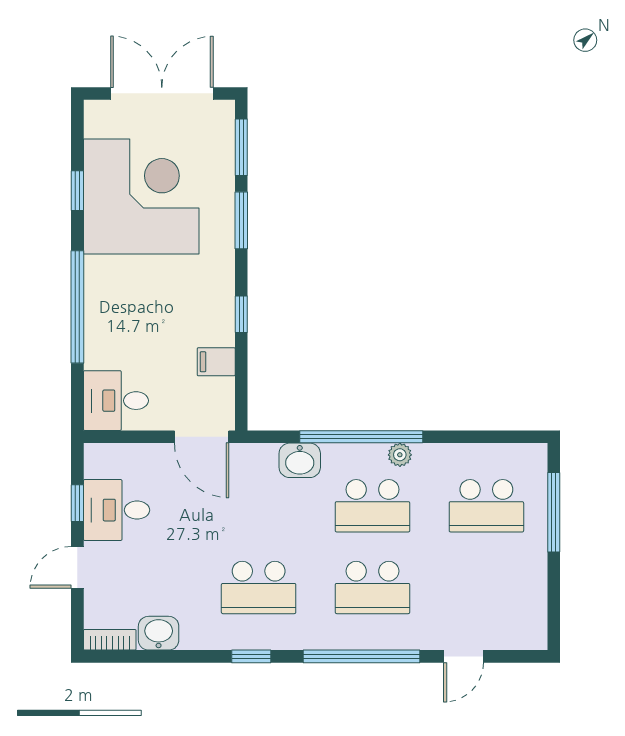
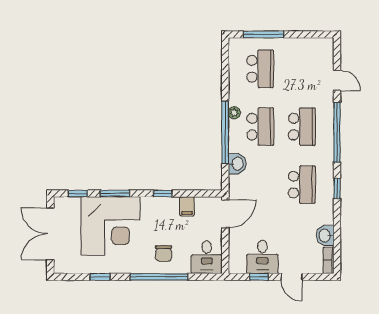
window: (241, 147) -> (78, 193), width x0.67
corner desk: (141, 196) -> (111, 226), moved, turned 180
chair: (124, 316) -> (164, 253), added

